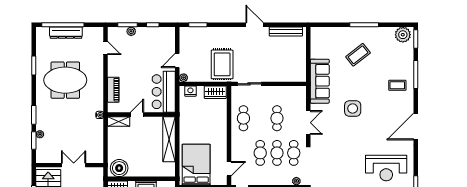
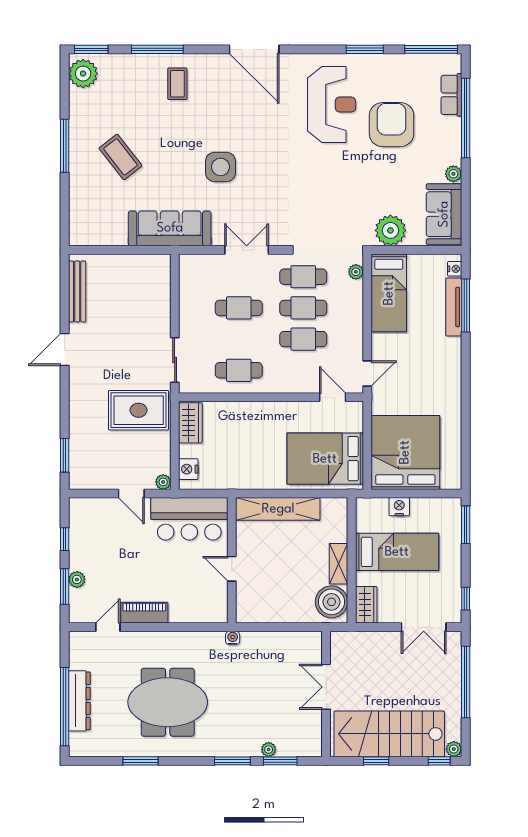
meeting table: (65, 80) -> (168, 702), turned 90
piano: (113, 90) -> (144, 613), moved
shelving: (119, 122) -> (338, 564), moved

